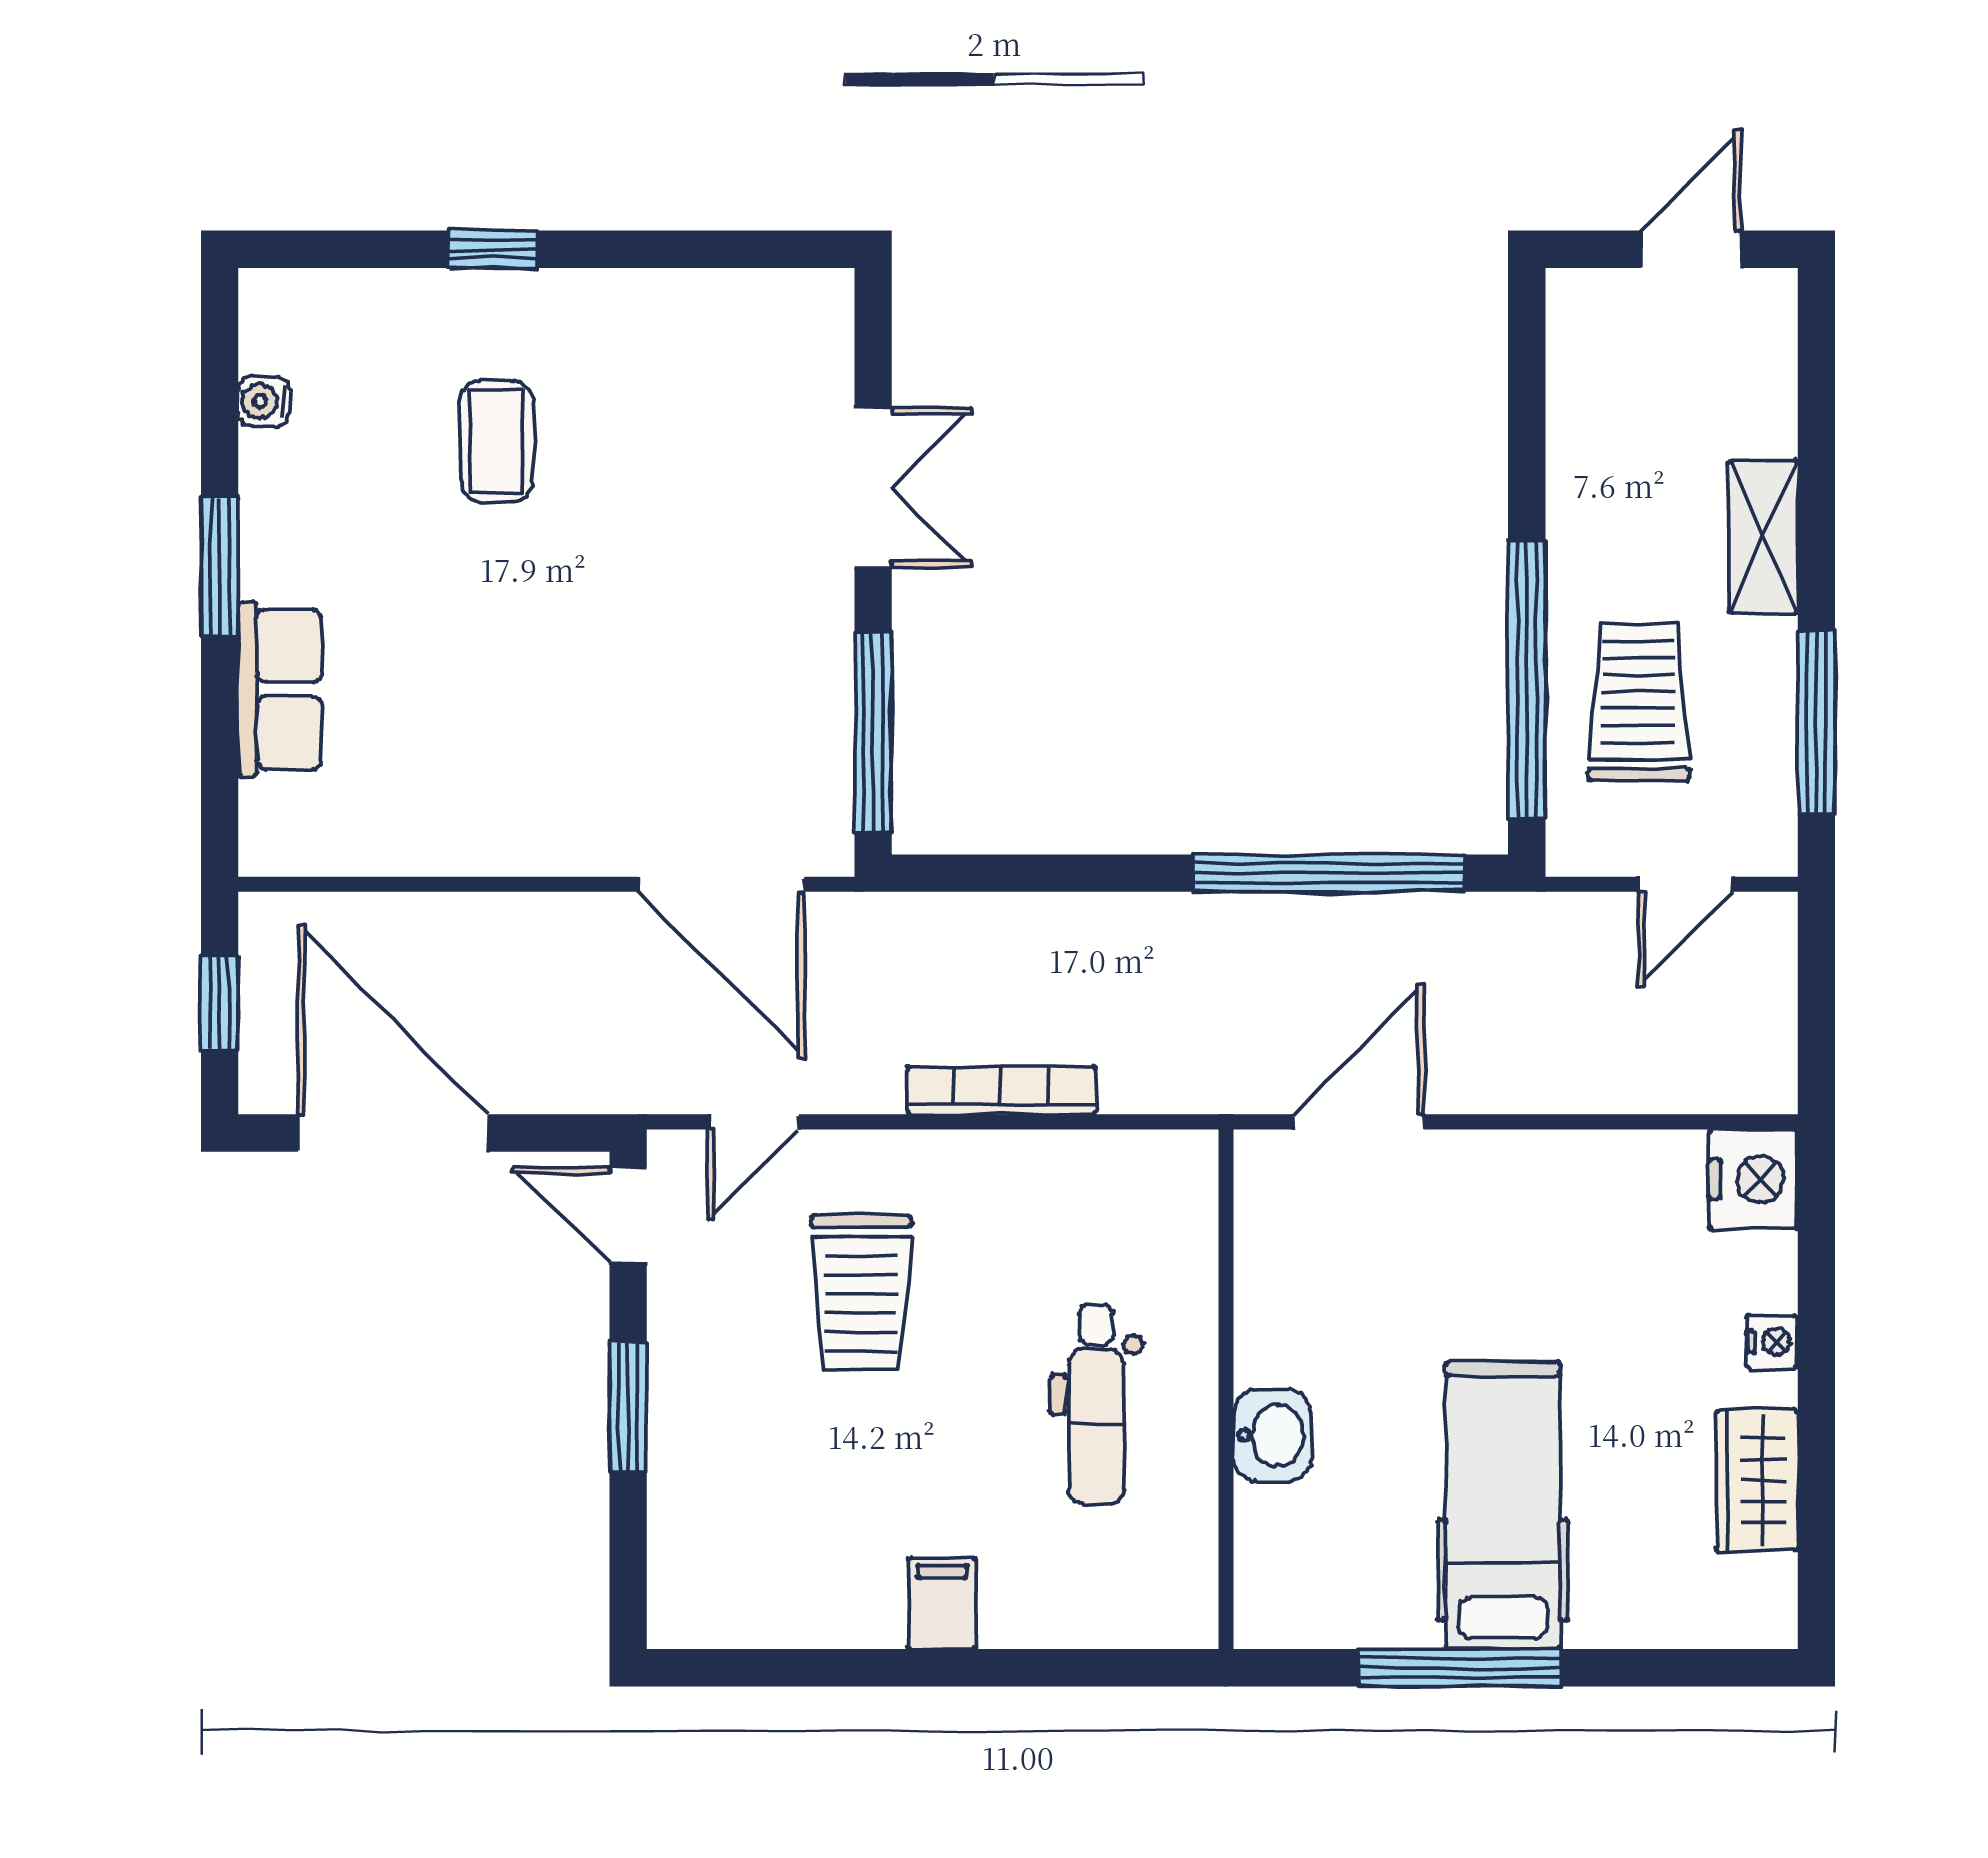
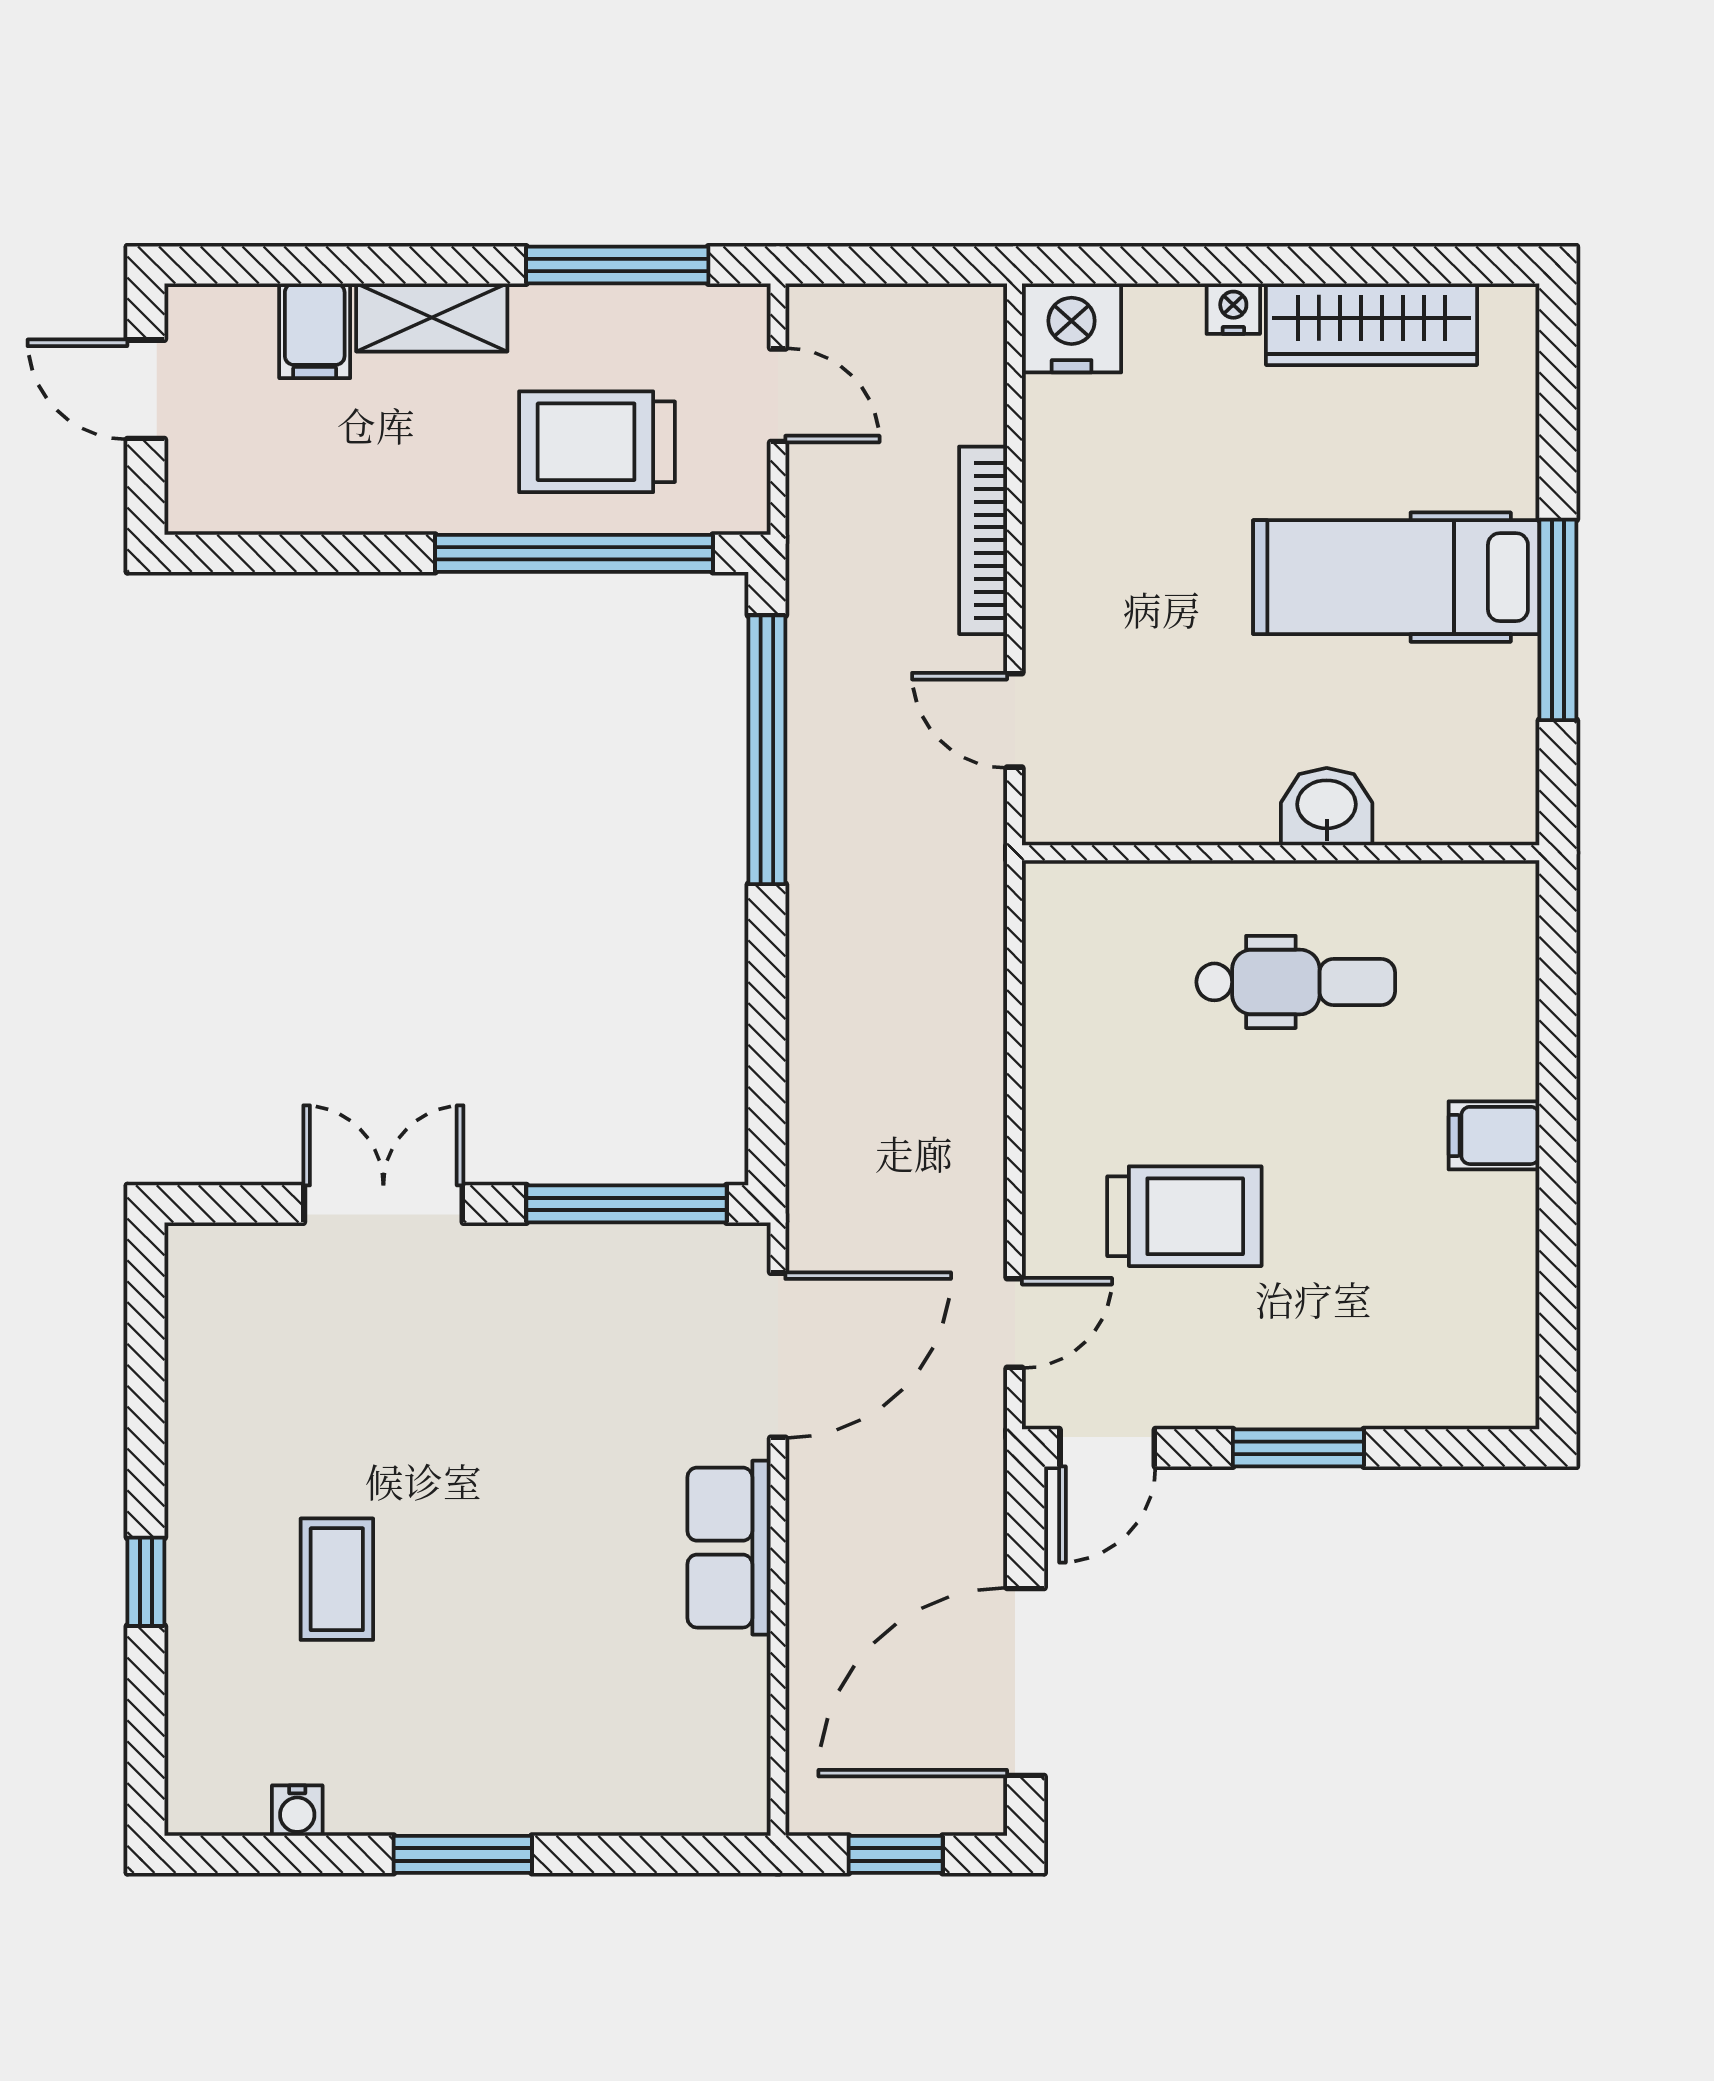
filing cabinet: (1750, 419) -> (315, 331), added
coffee table: (496, 441) -> (337, 1579), turned 90
row of seats: (280, 689) -> (729, 1548), moved, turned -90
bookcase: (1002, 1090) -> (983, 540), moved
door: (753, 1122) -> (1015, 1323), hinge flipped
door: (1359, 1122) -> (1015, 720), width x0.73
wardrobe: (1757, 1481) -> (1372, 324), width x1.50

